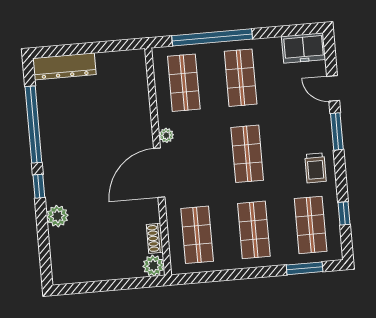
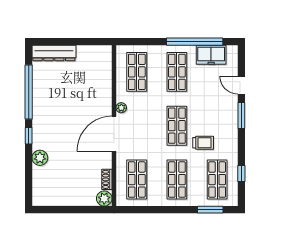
window: (212, 37) -> (195, 42), moved
freezer: (304, 48) -> (211, 55), moved
trolley: (315, 168) -> (203, 143), moved, turned -90

